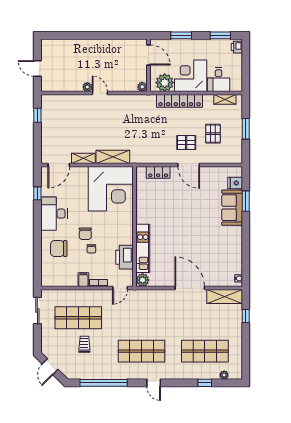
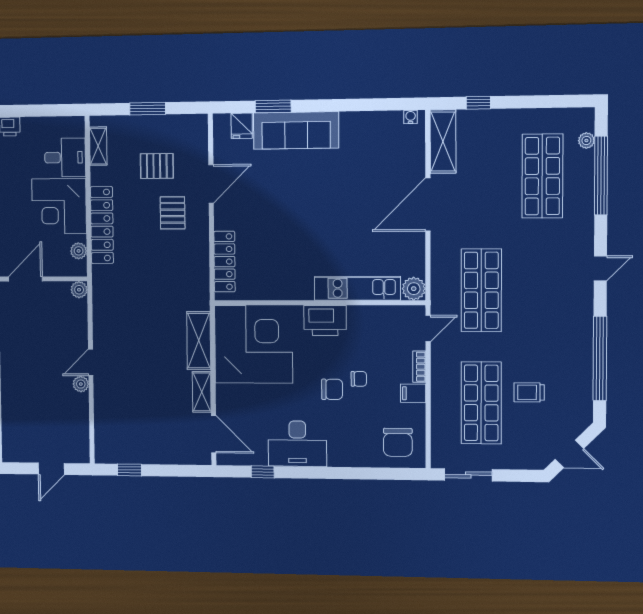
plant: (165, 83) -> (79, 251), width x0.53, depth x0.53
door: (189, 165) -> (211, 184), moved
locker: (158, 172) -> (225, 262), width x1.53
sofa: (232, 208) -> (296, 130), width x1.36
chair: (59, 249) -> (398, 442), moved
printer: (125, 257) -> (325, 320), moved
door: (120, 288) -> (428, 328), hinge flipped
shop shelf: (142, 351) -> (481, 290), moved
window: (205, 383) -> (601, 176), width x3.17

